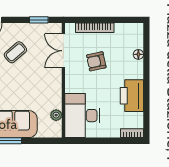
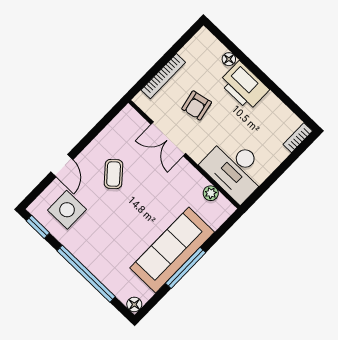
window: (39, 20) -> (104, 122), removed
double door: (63, 51) -> (168, 139), moved
printer: (132, 96) -> (244, 86), moved

